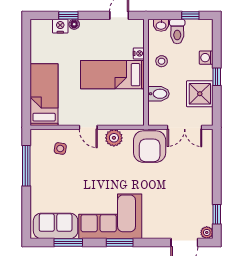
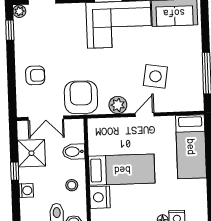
nightstand: (139, 53) -> (100, 197), width x1.89, depth x1.79
door: (88, 127) -> (145, 115), hinge flipped
double door: (185, 127) -> (46, 118), swing flipped
side table: (60, 148) -> (155, 76), moved, width x1.87, depth x1.87
armchair: (193, 169) -> (35, 75), added

